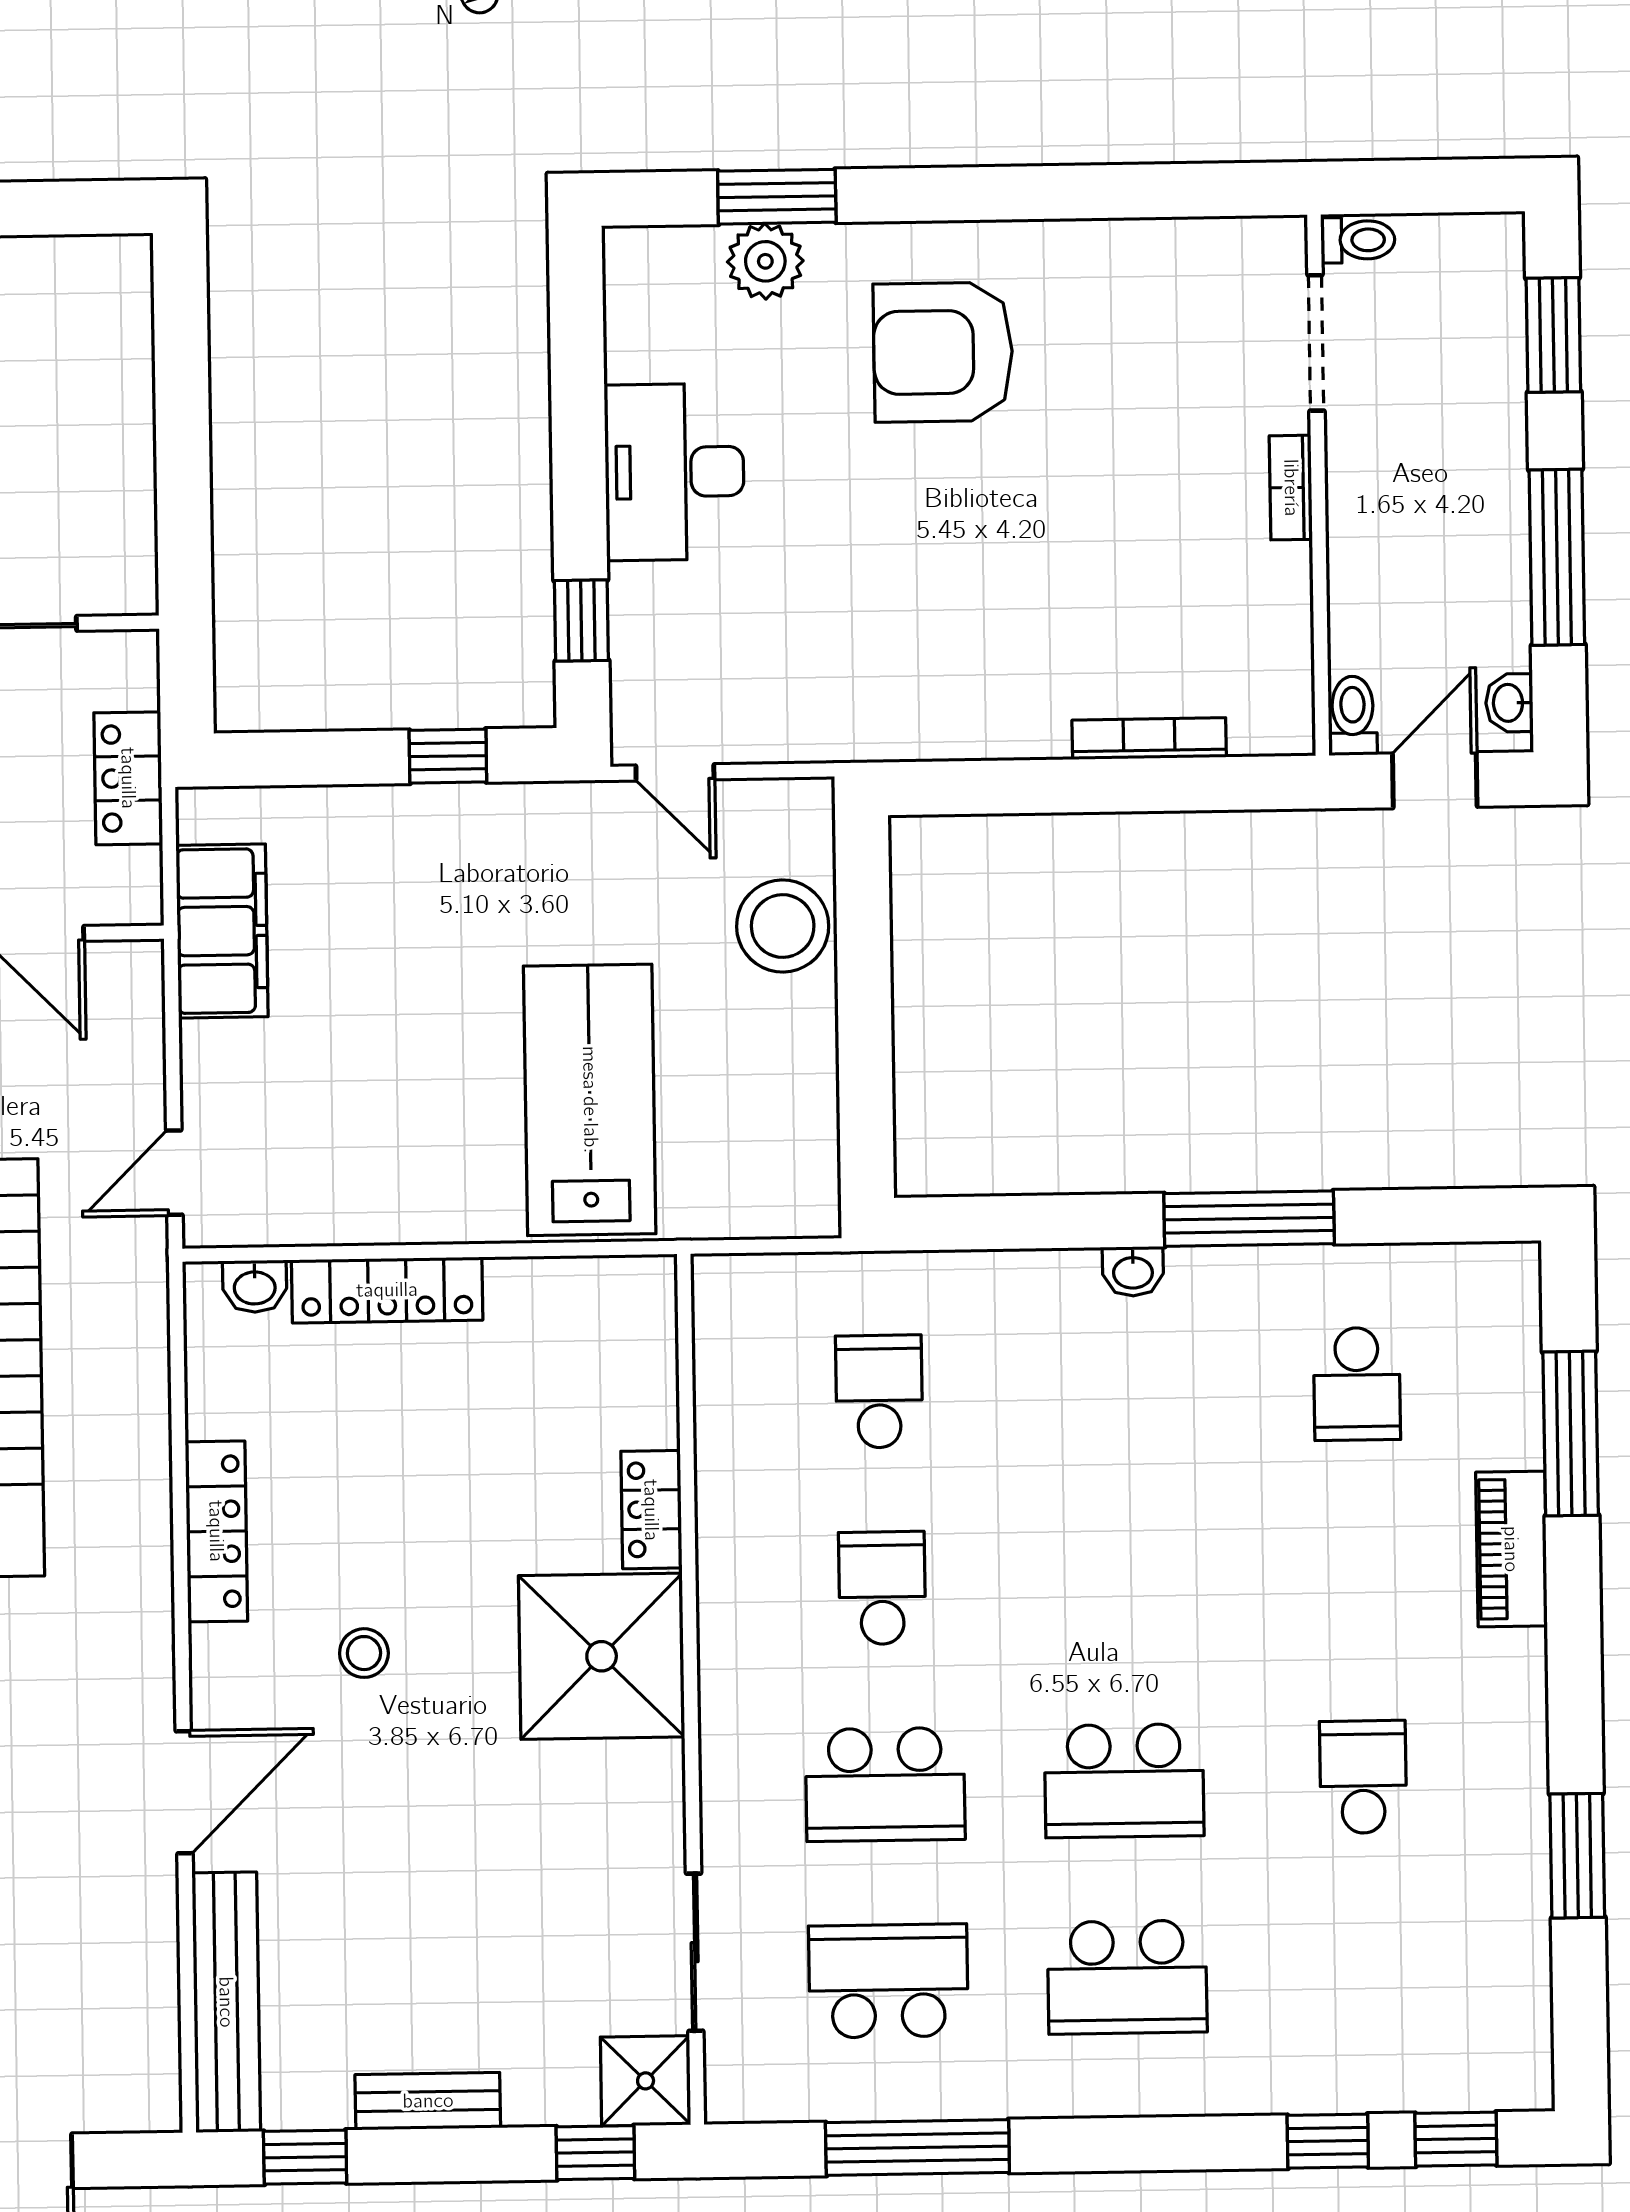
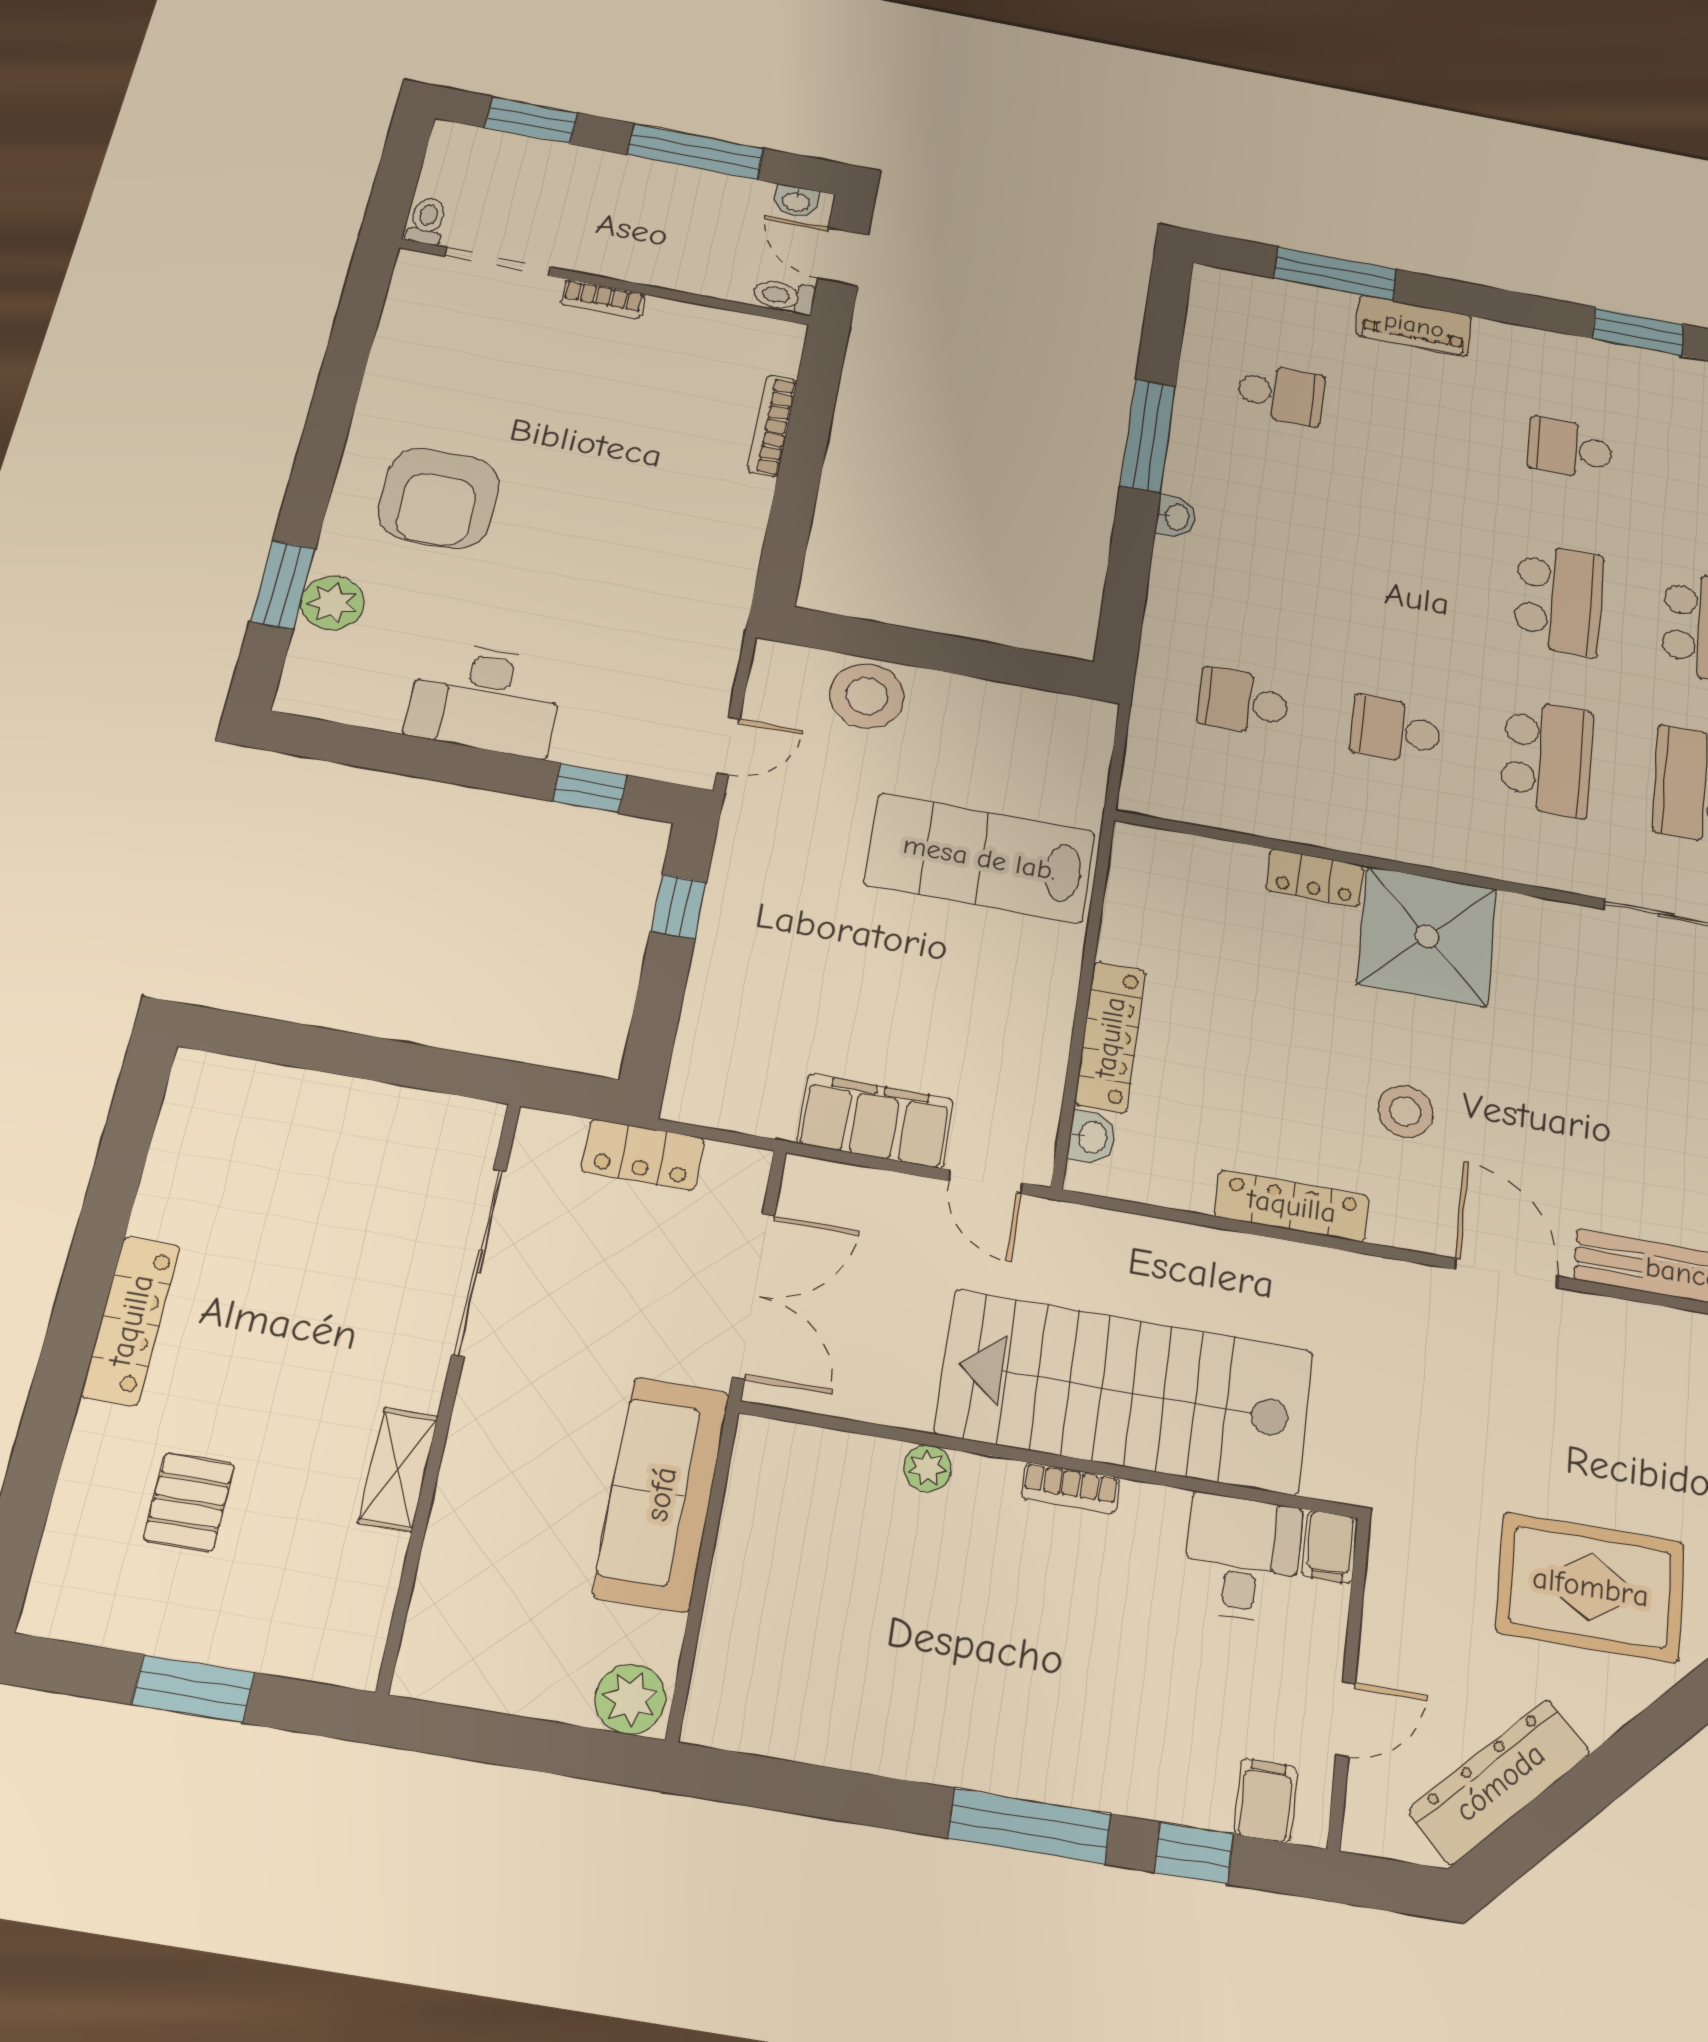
filing cabinet: (222, 931) -> (875, 1121), moved
stool: (364, 1653) -> (1405, 1111), width x1.37, depth x1.37

